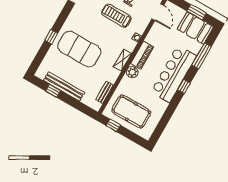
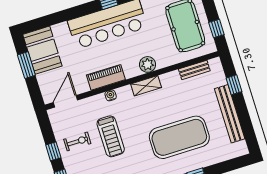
exercise mat: (79, 49) -> (179, 137), turned 90
piano: (142, 55) -> (106, 77), moved
window: (202, 56) -> (62, 16), removed
window: (53, 91) -> (234, 85), moved

